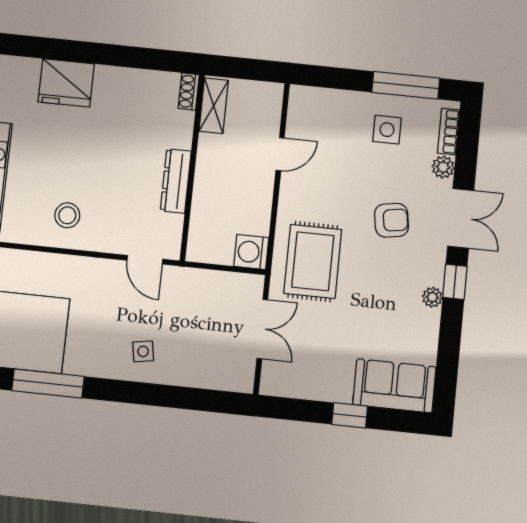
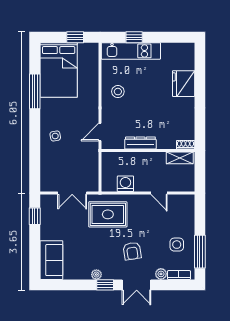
washing machine: (251, 252) -> (125, 184), moved
window: (350, 415) -> (35, 216), moved

